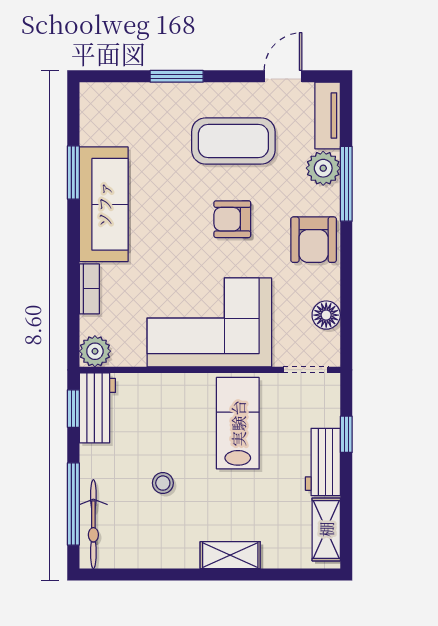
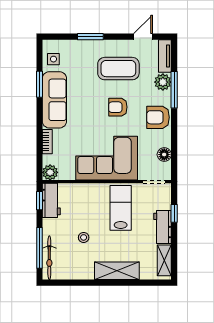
side table: (102, 122) -> (53, 59), added
armchair: (314, 240) -> (158, 117), turned 90
shelving: (230, 555) -> (117, 271), width x1.50, depth x1.33

